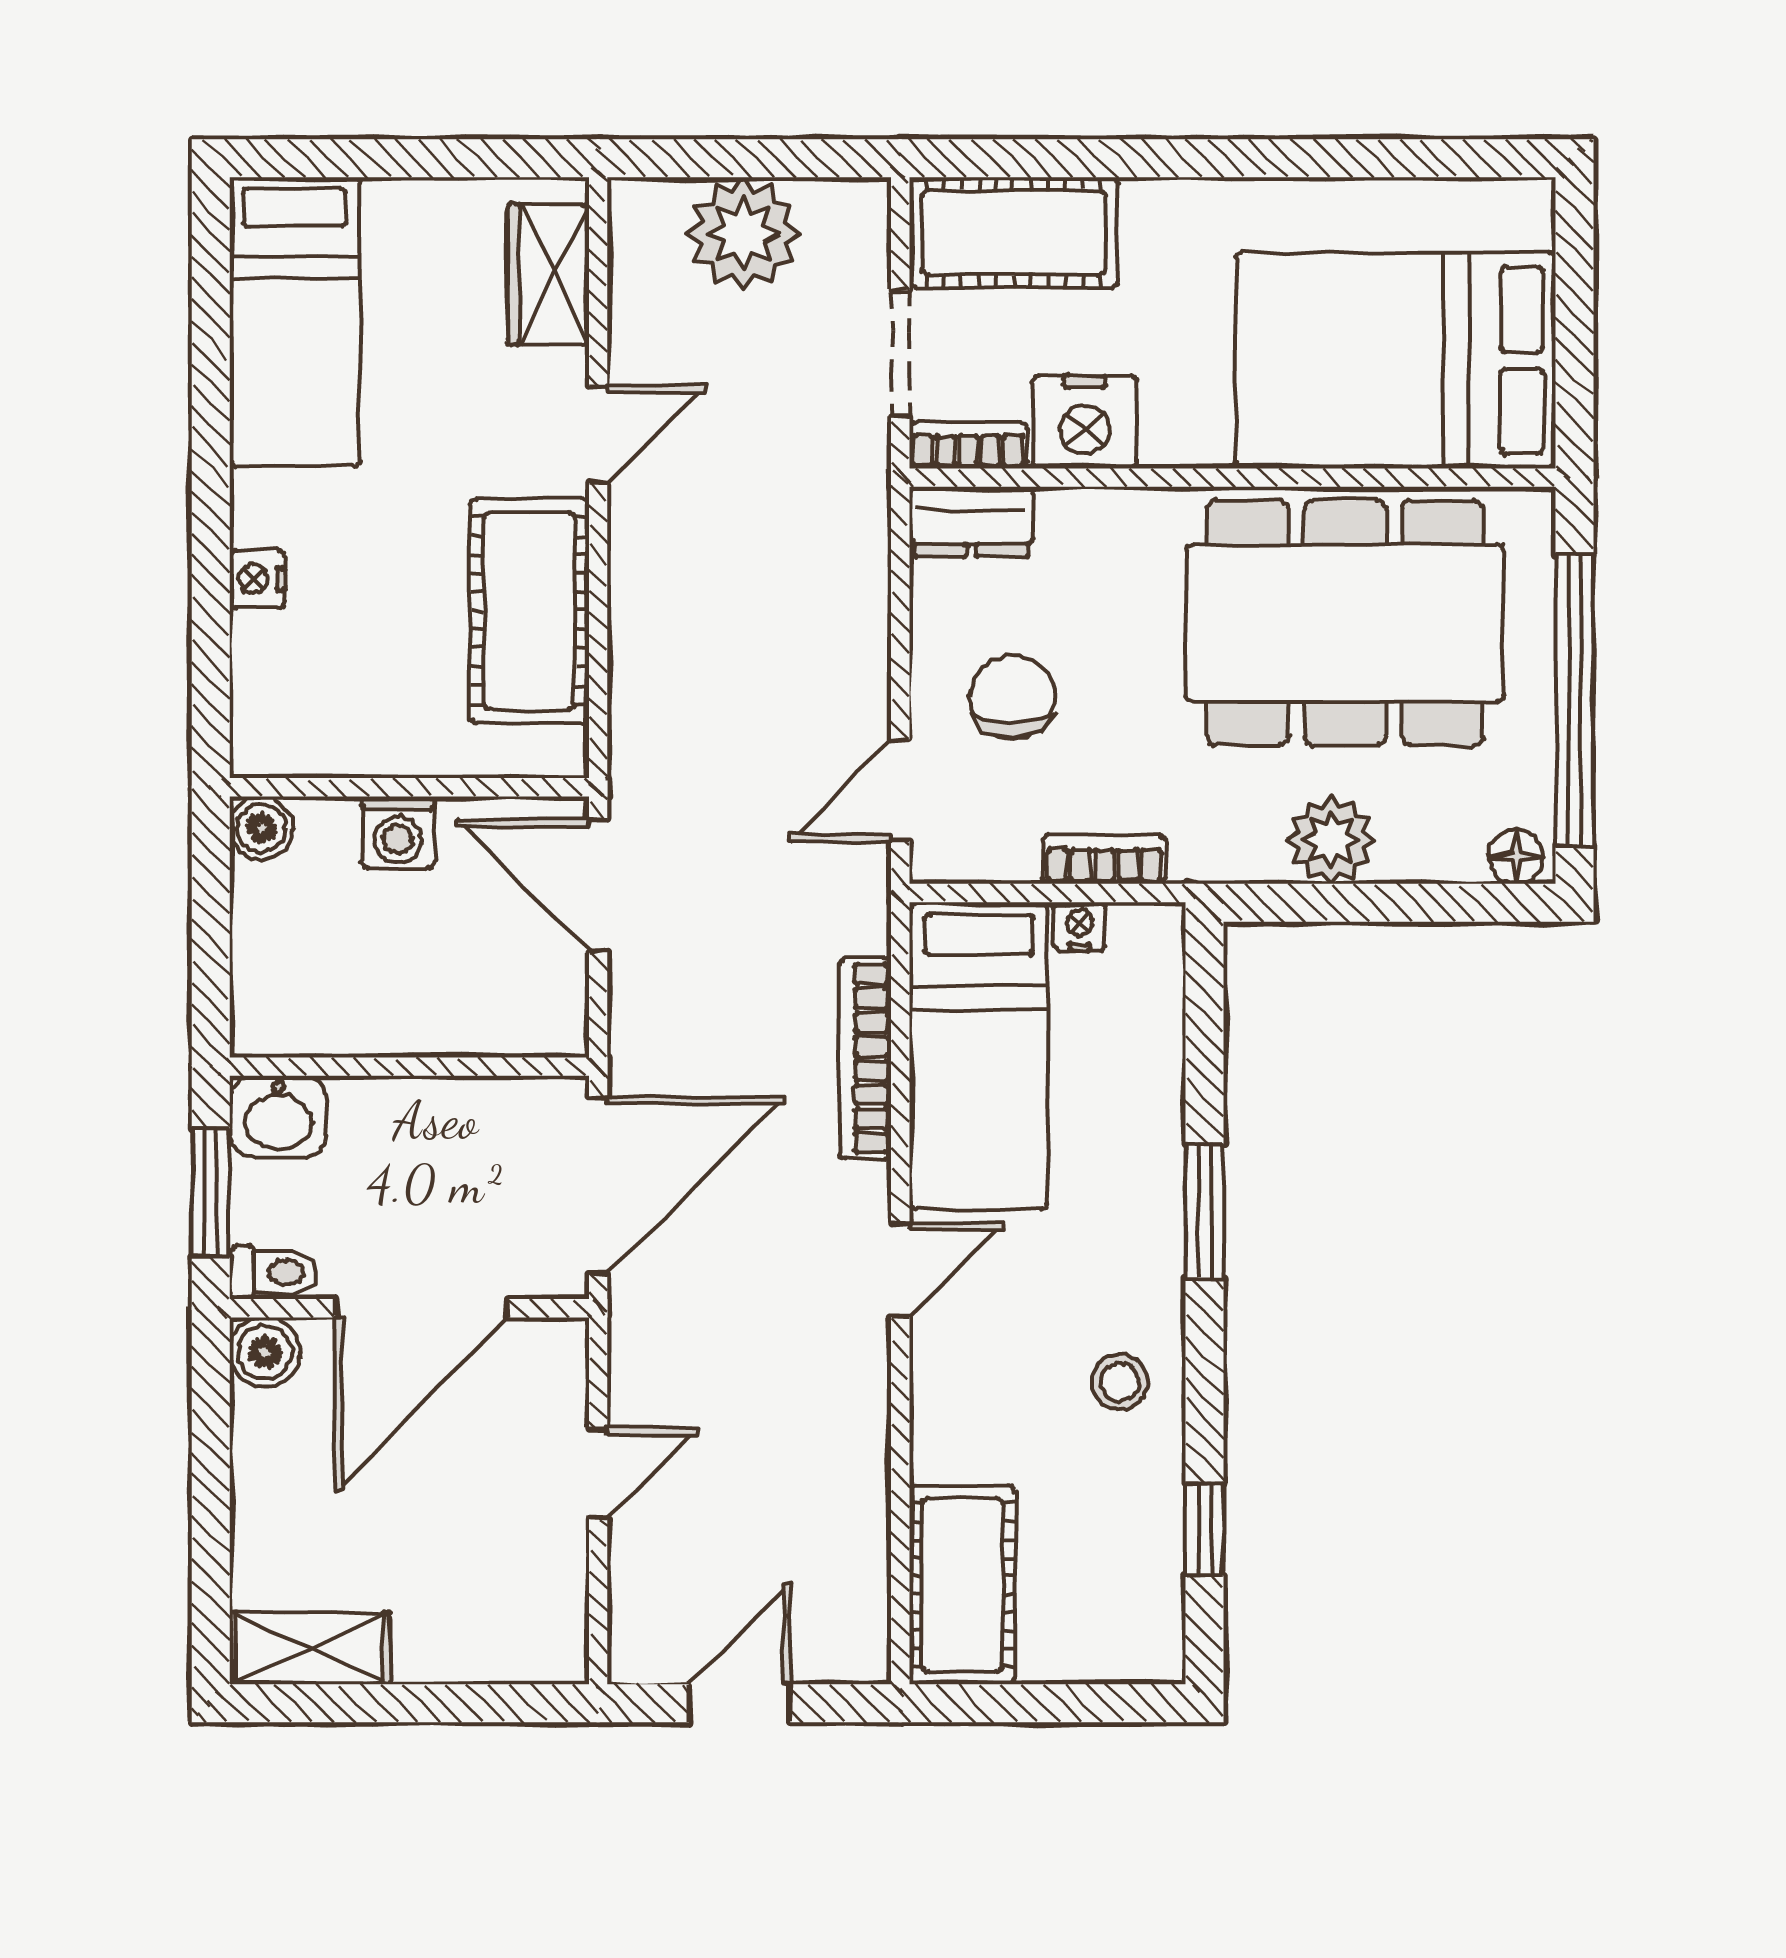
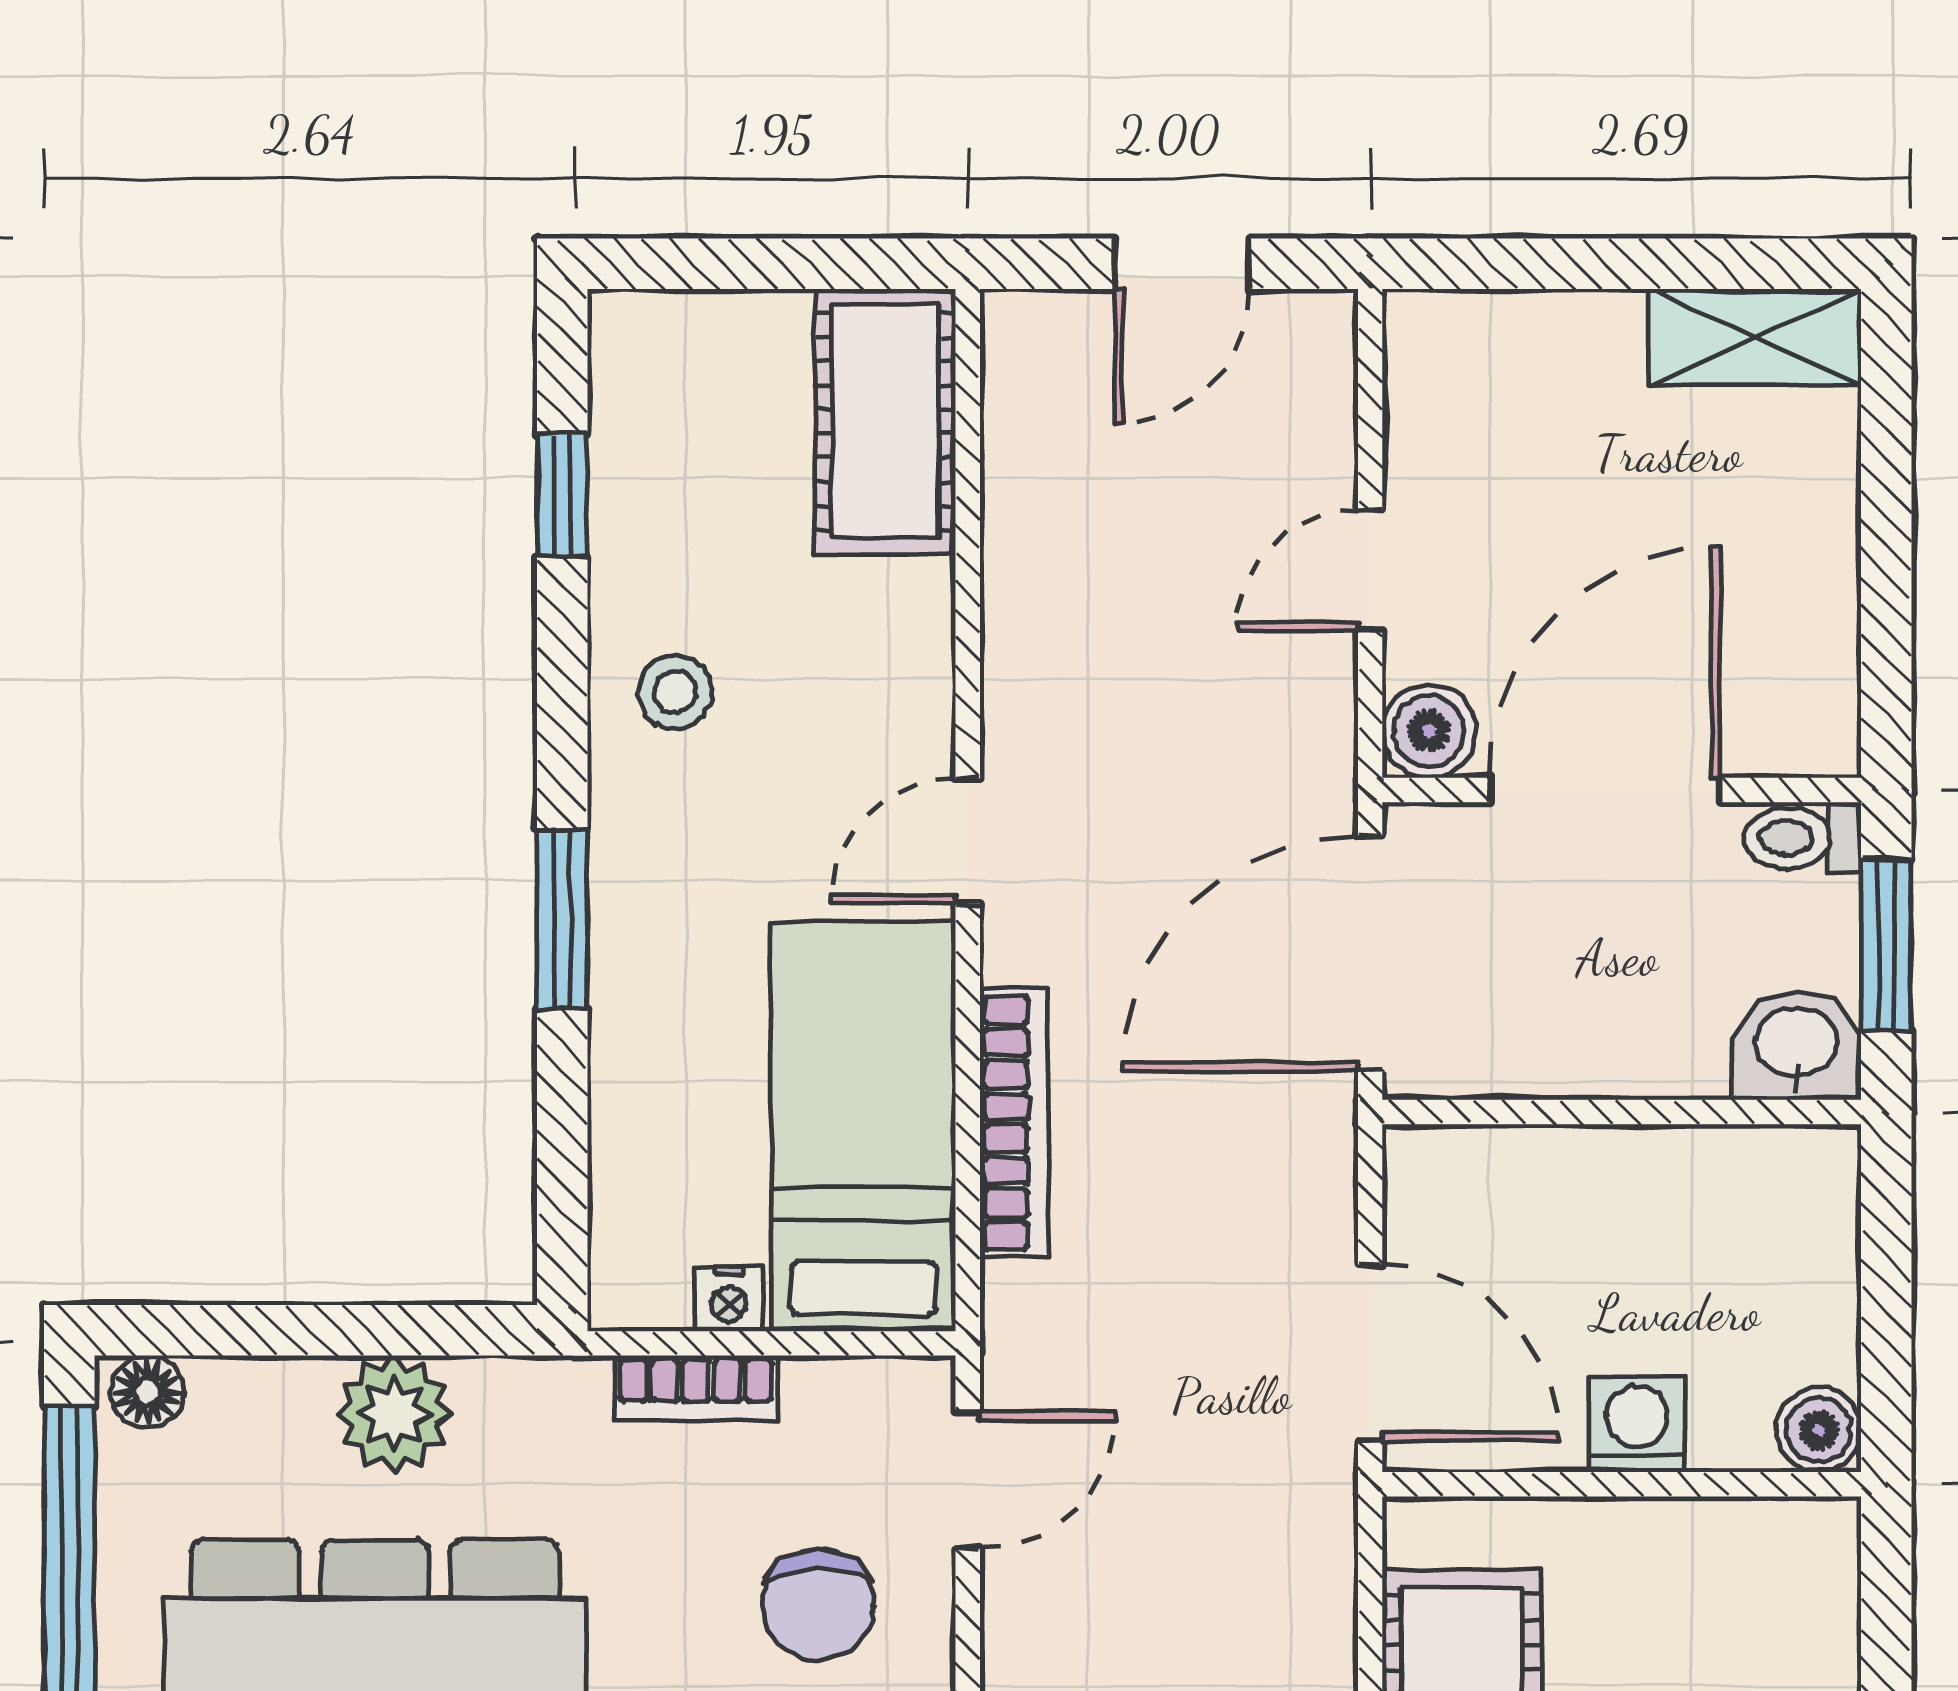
boiler: (265, 1353) -> (1429, 731), moved

